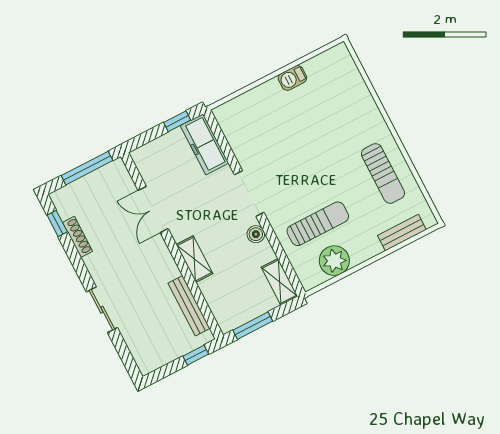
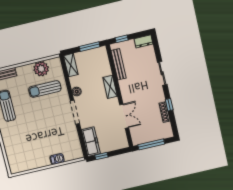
barbecue: (292, 78) -> (57, 159), moved
window: (57, 223) -> (169, 105), moved
dresser: (153, 361) -> (144, 41), added

